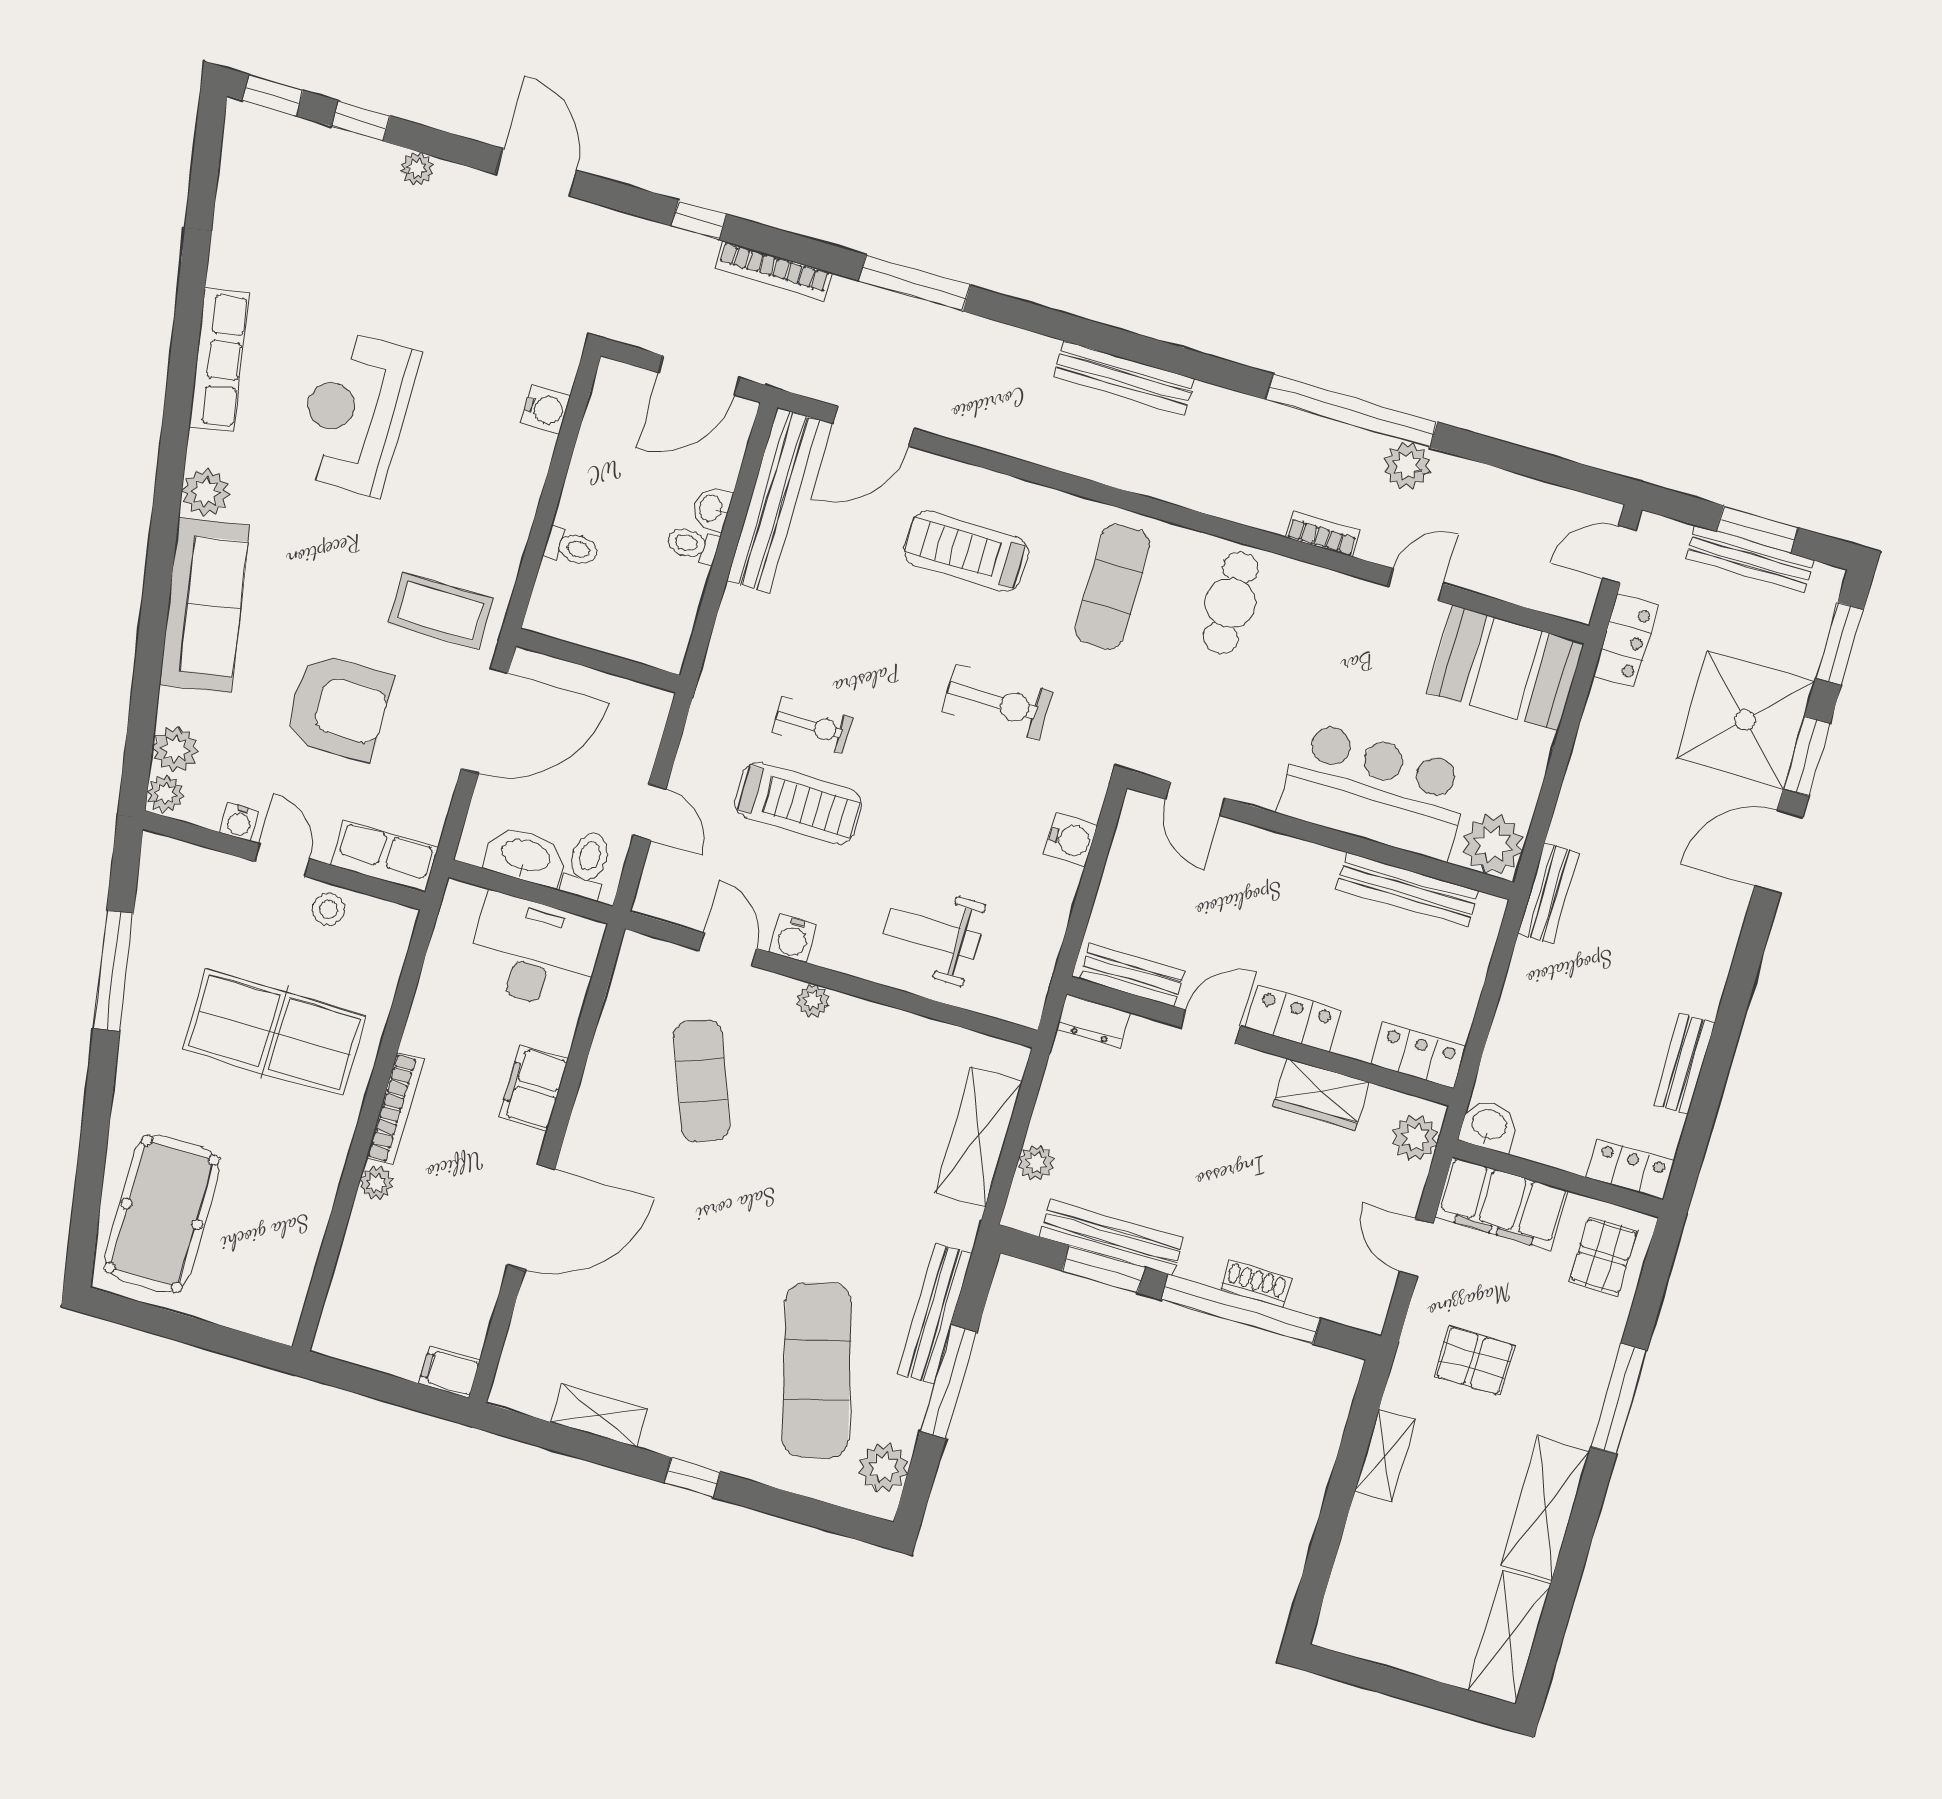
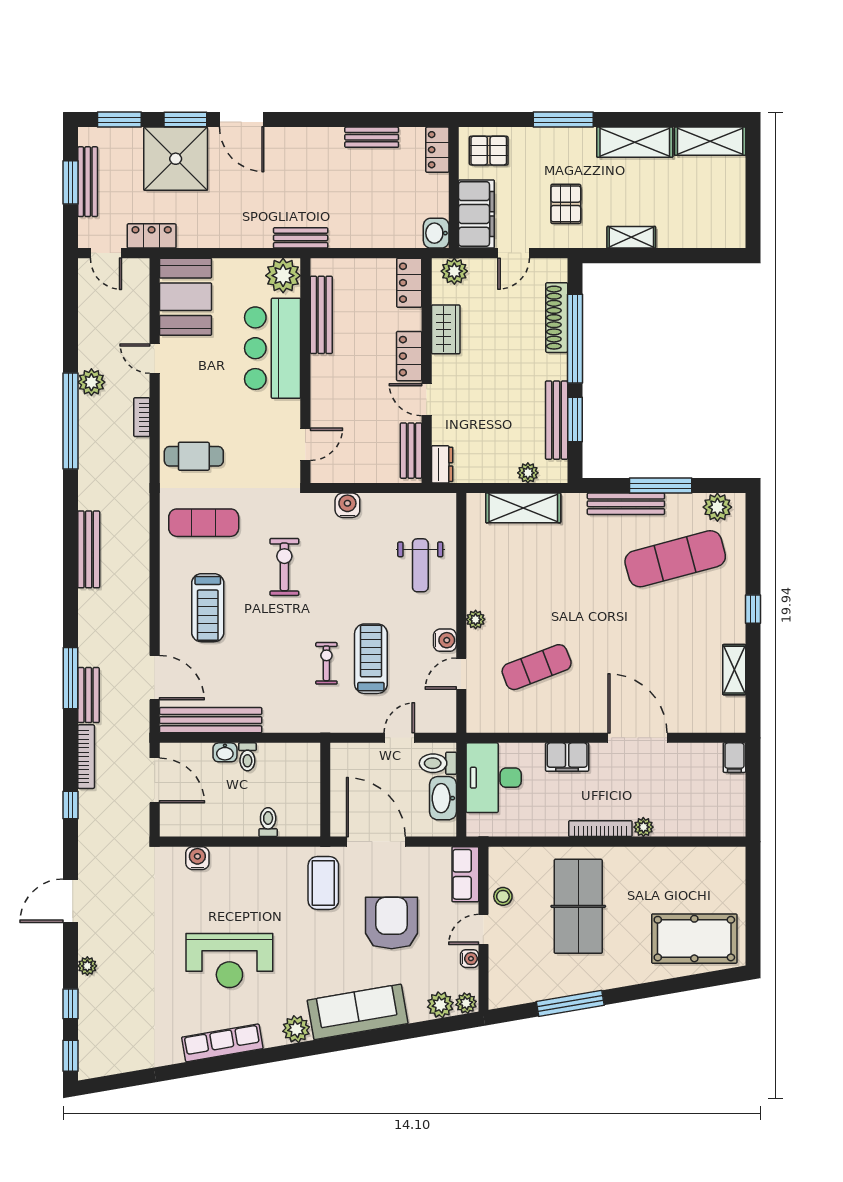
bench: (877, 305) -> (88, 695), added
shoe rack: (1256, 1284) -> (557, 318), width x1.94, depth x1.24

